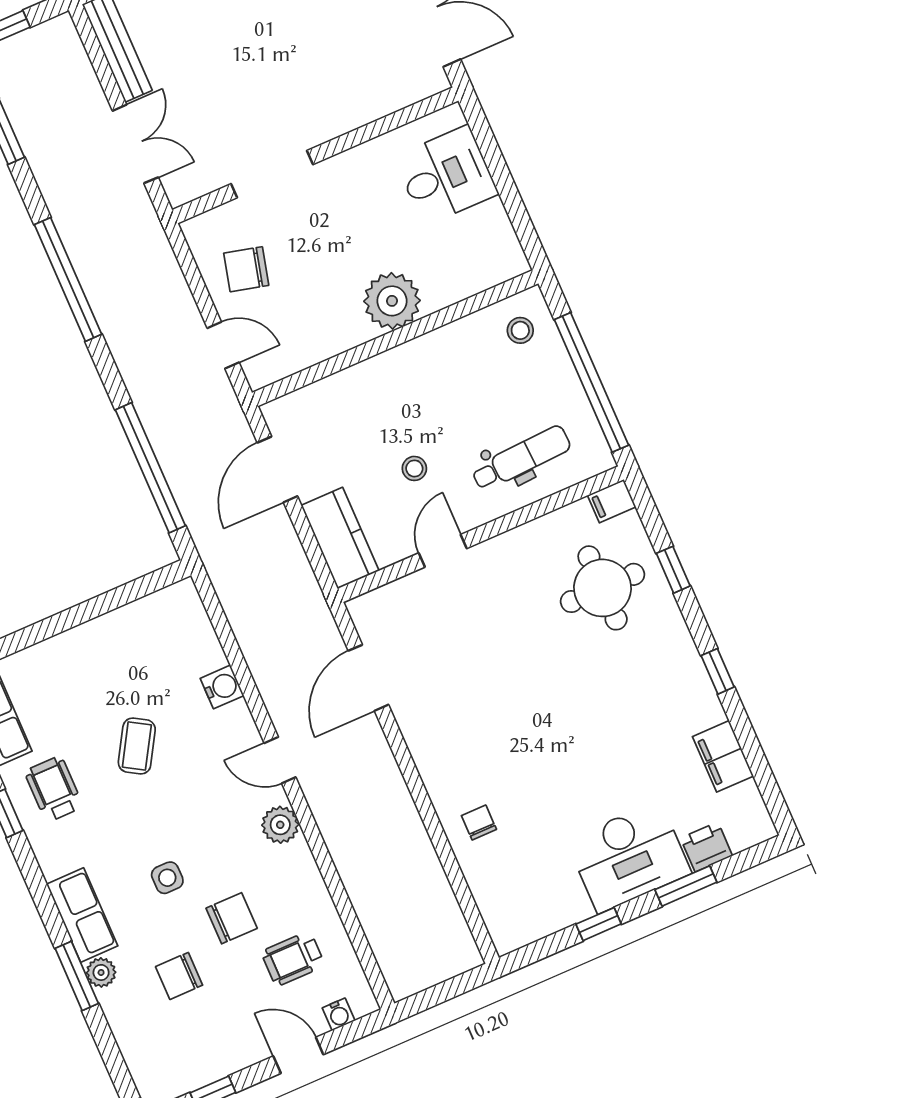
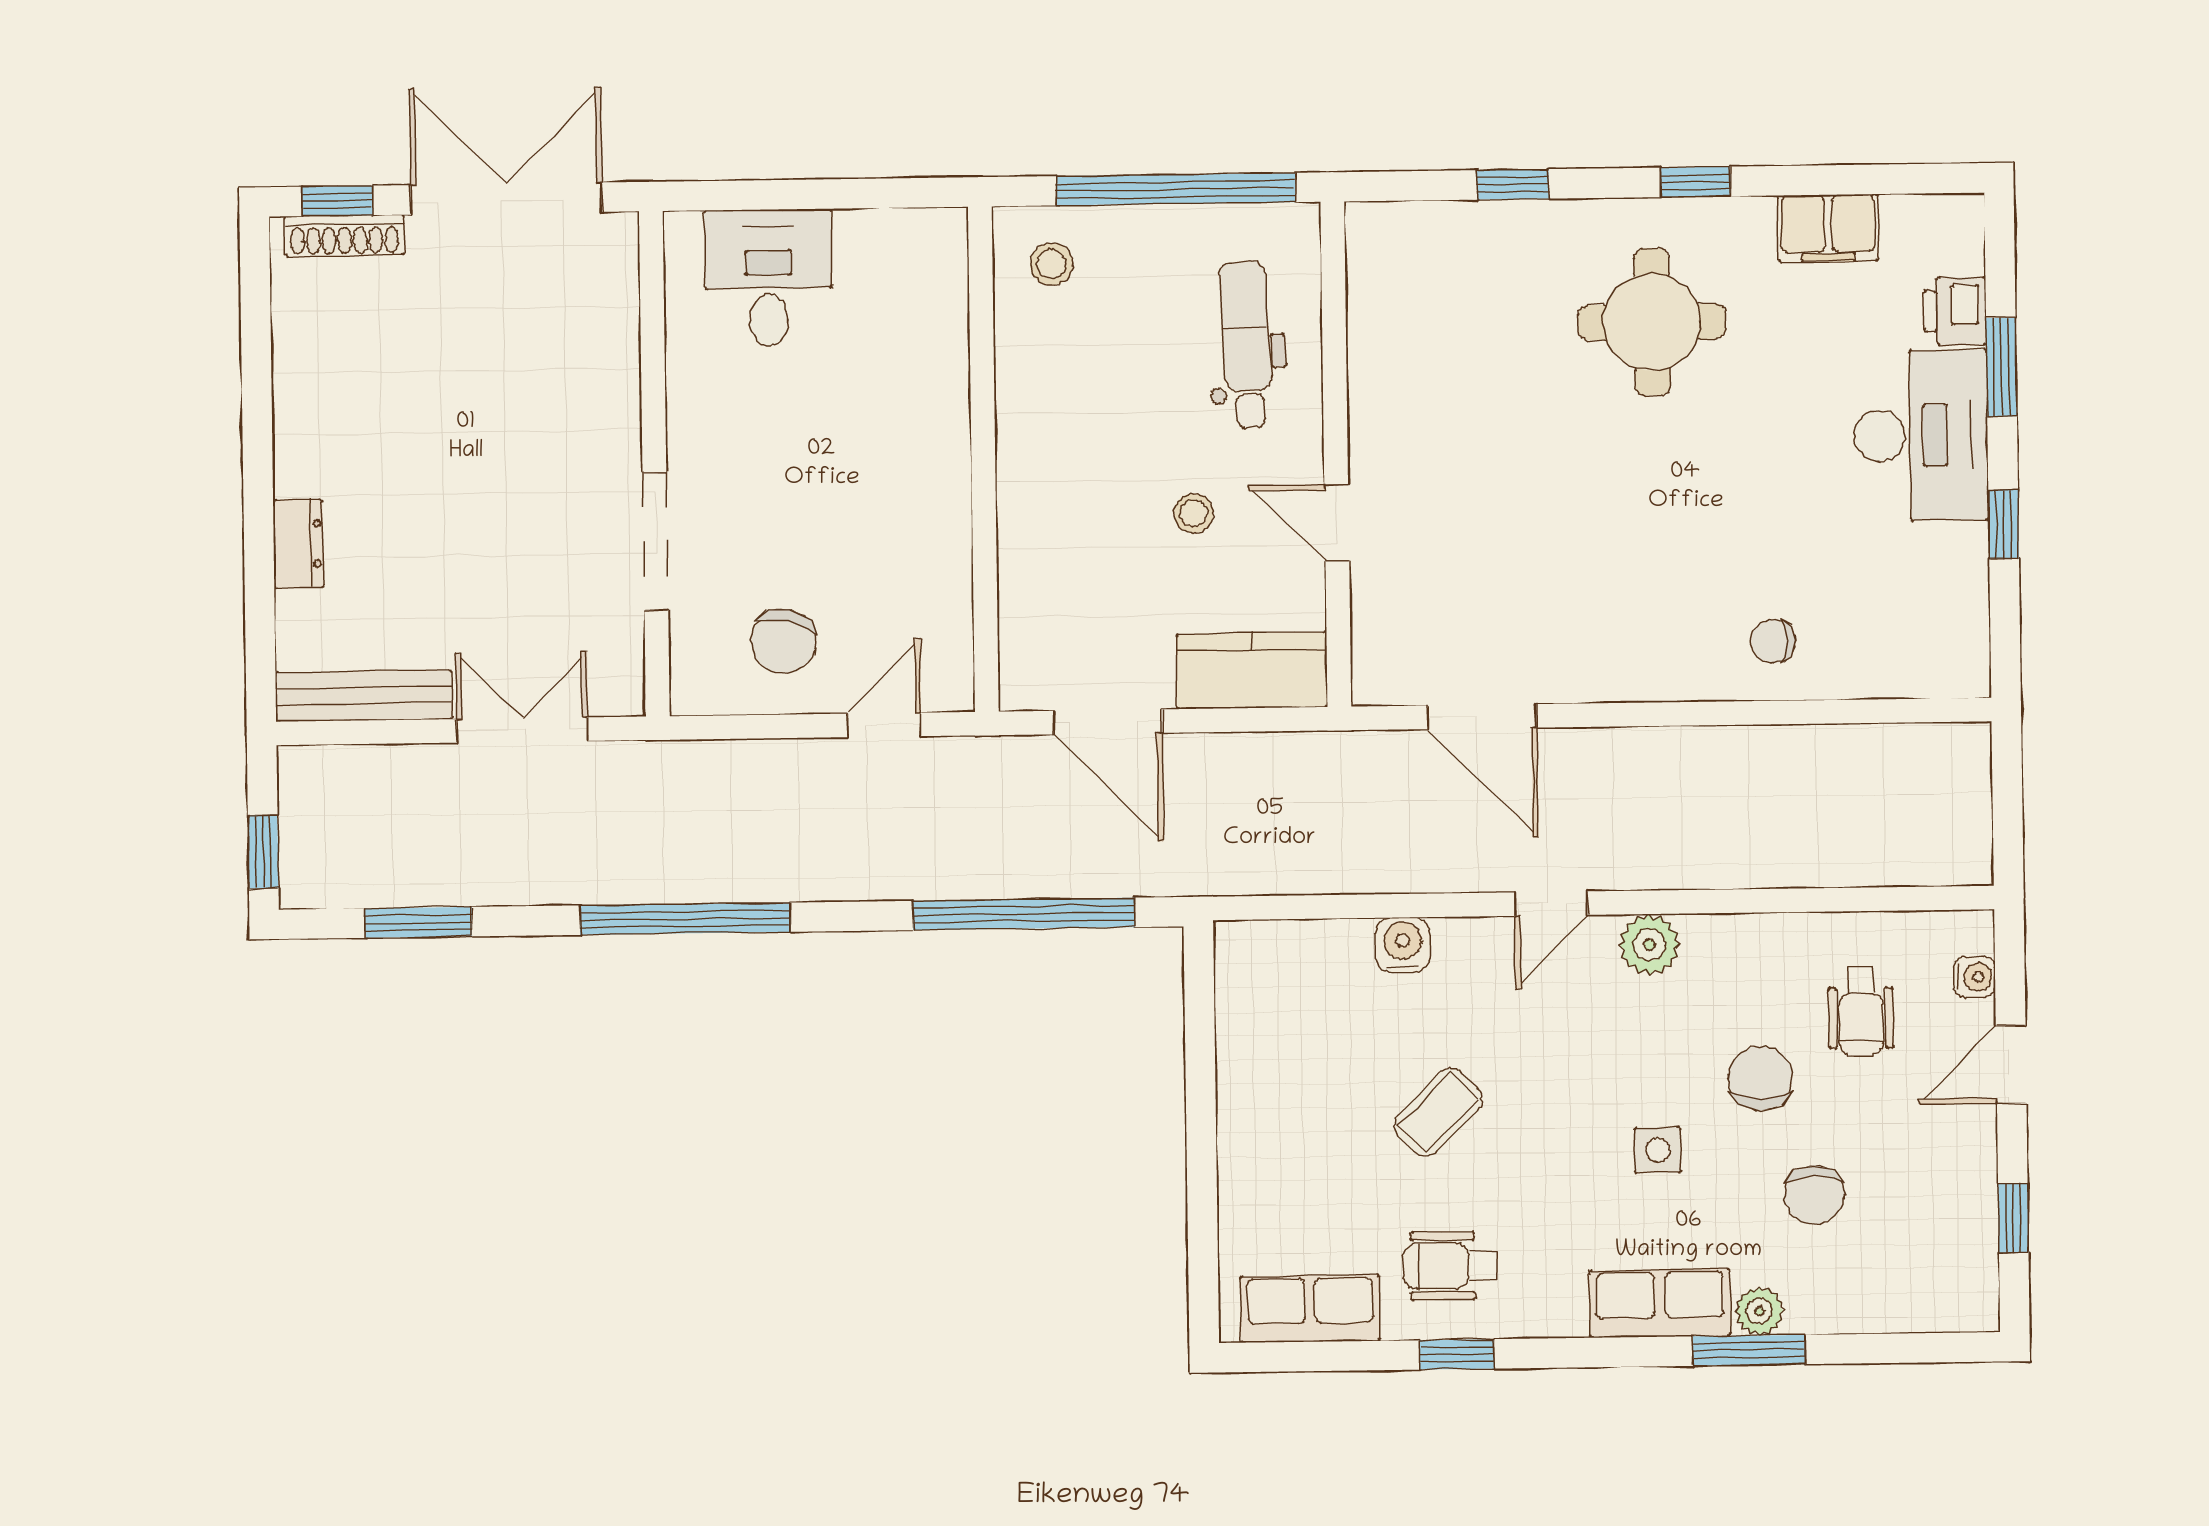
plant: (392, 301) -> (925, 440), removed
filing cabinet: (612, 501) -> (1369, 234), removed
round table: (603, 588) -> (1652, 322), moved
coffee table: (137, 746) -> (1438, 1112), turned -76

